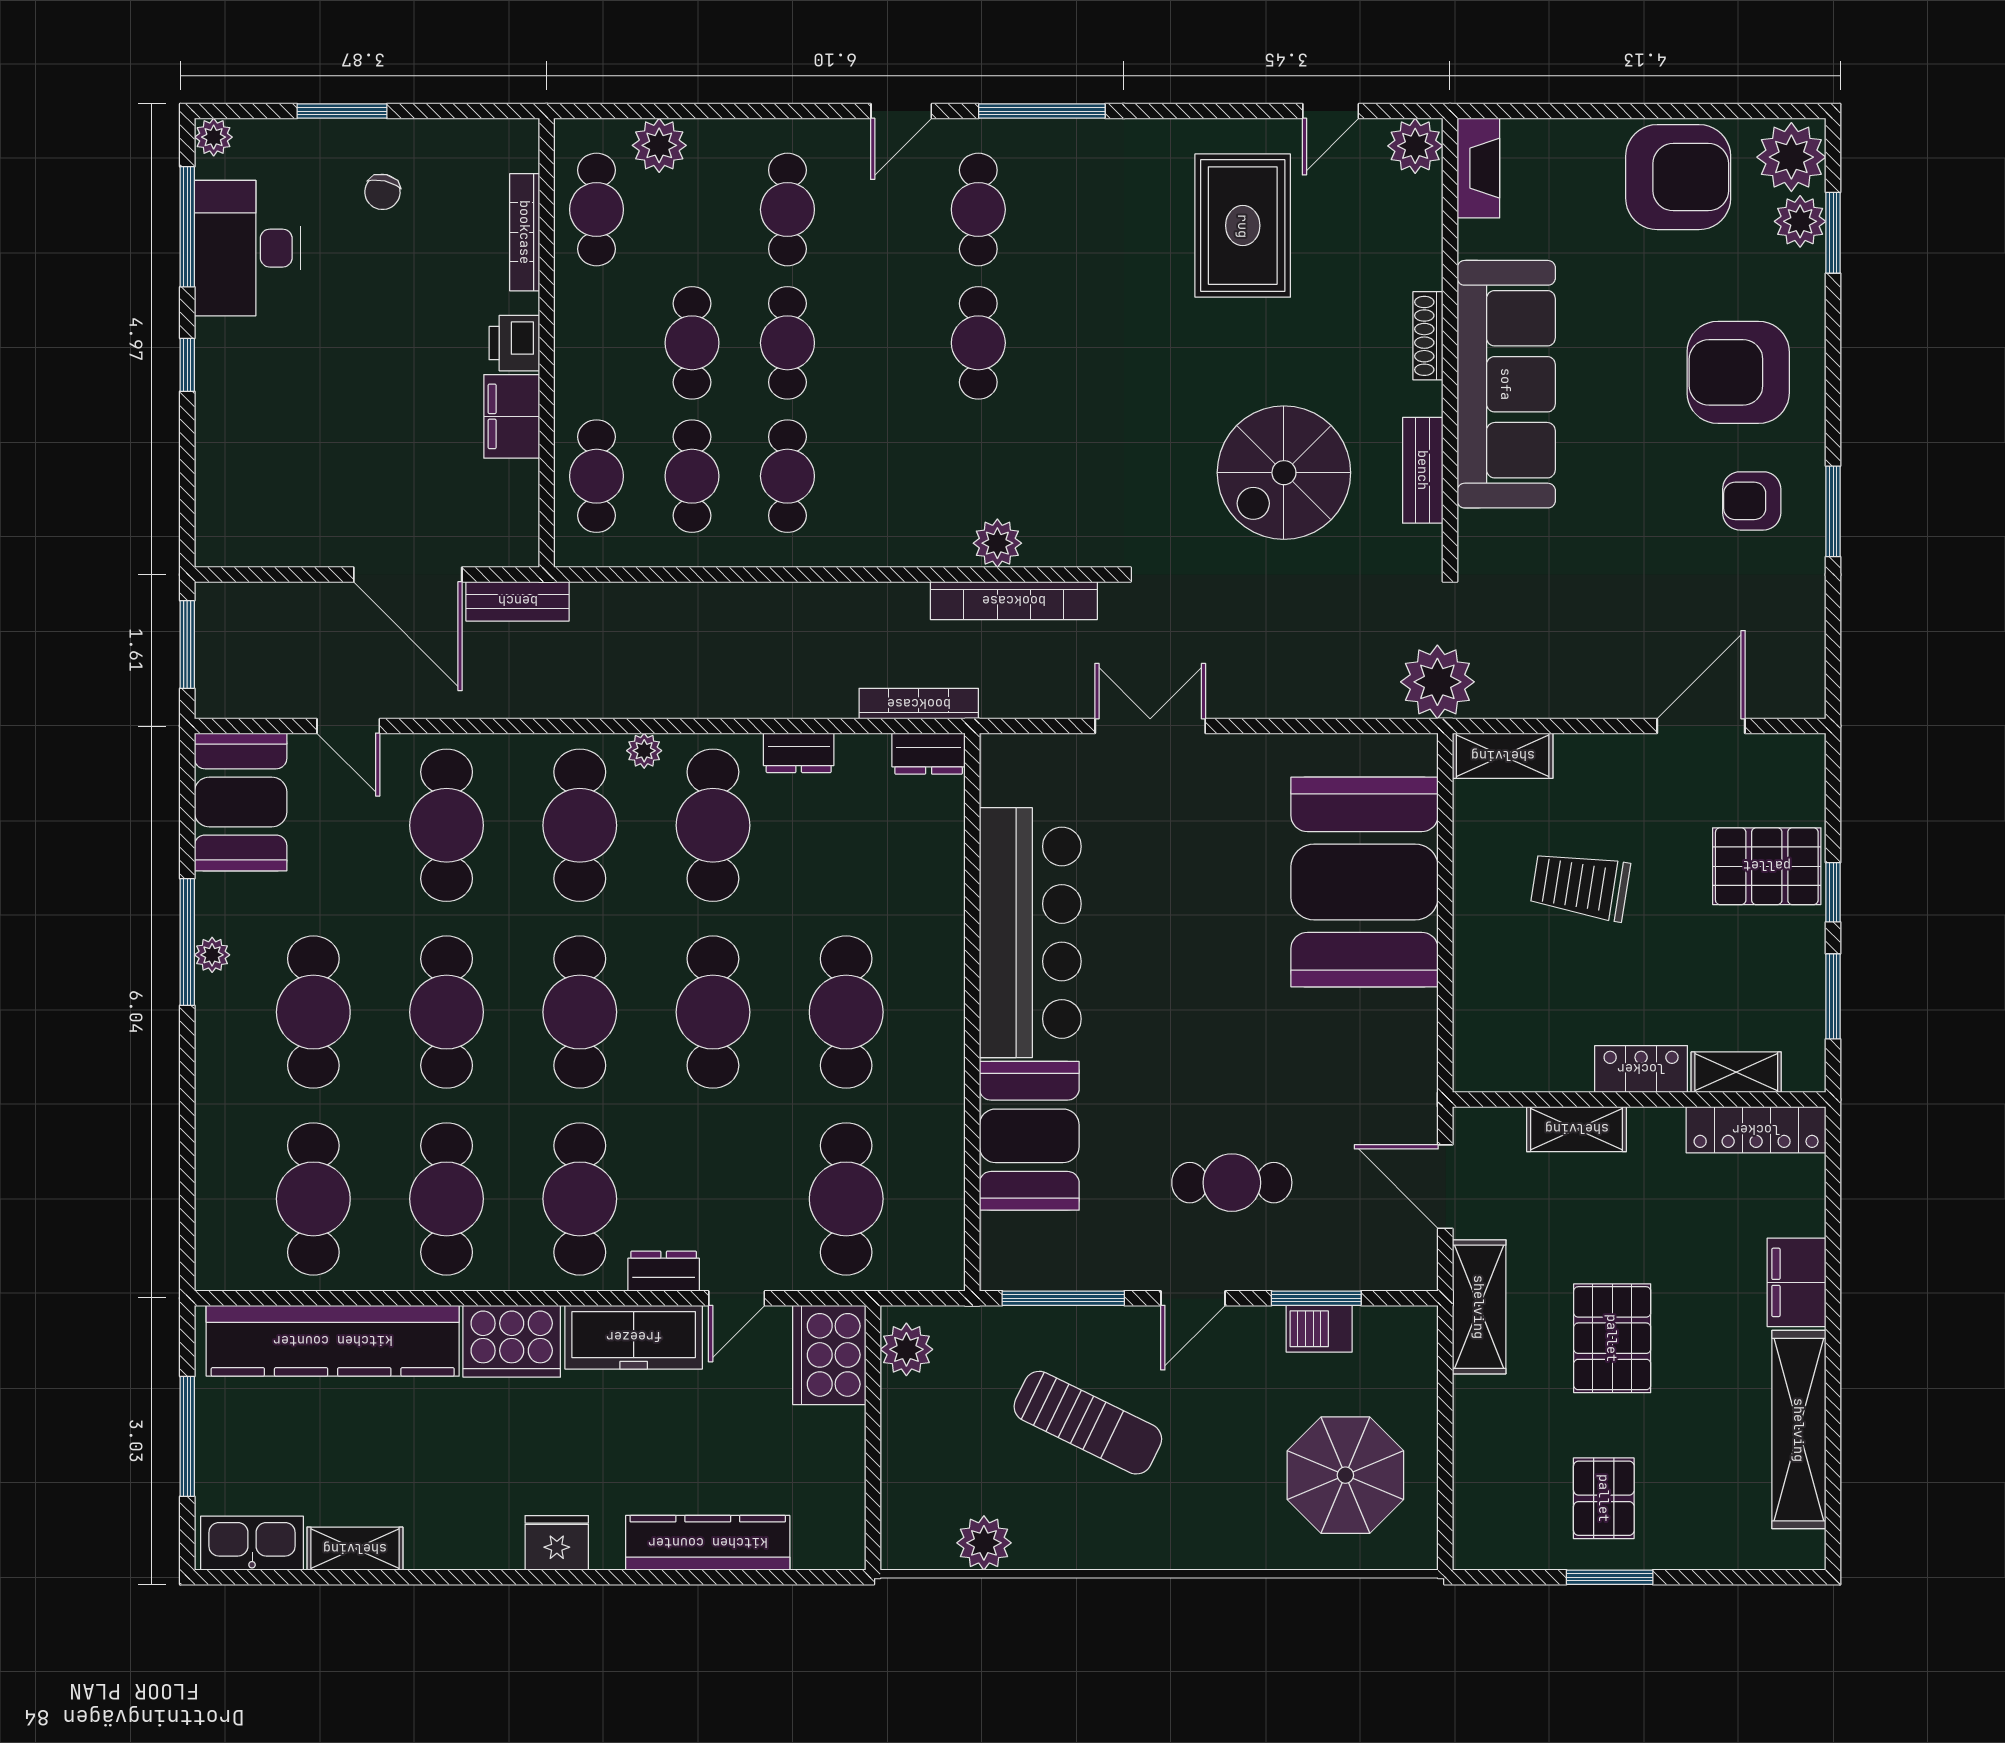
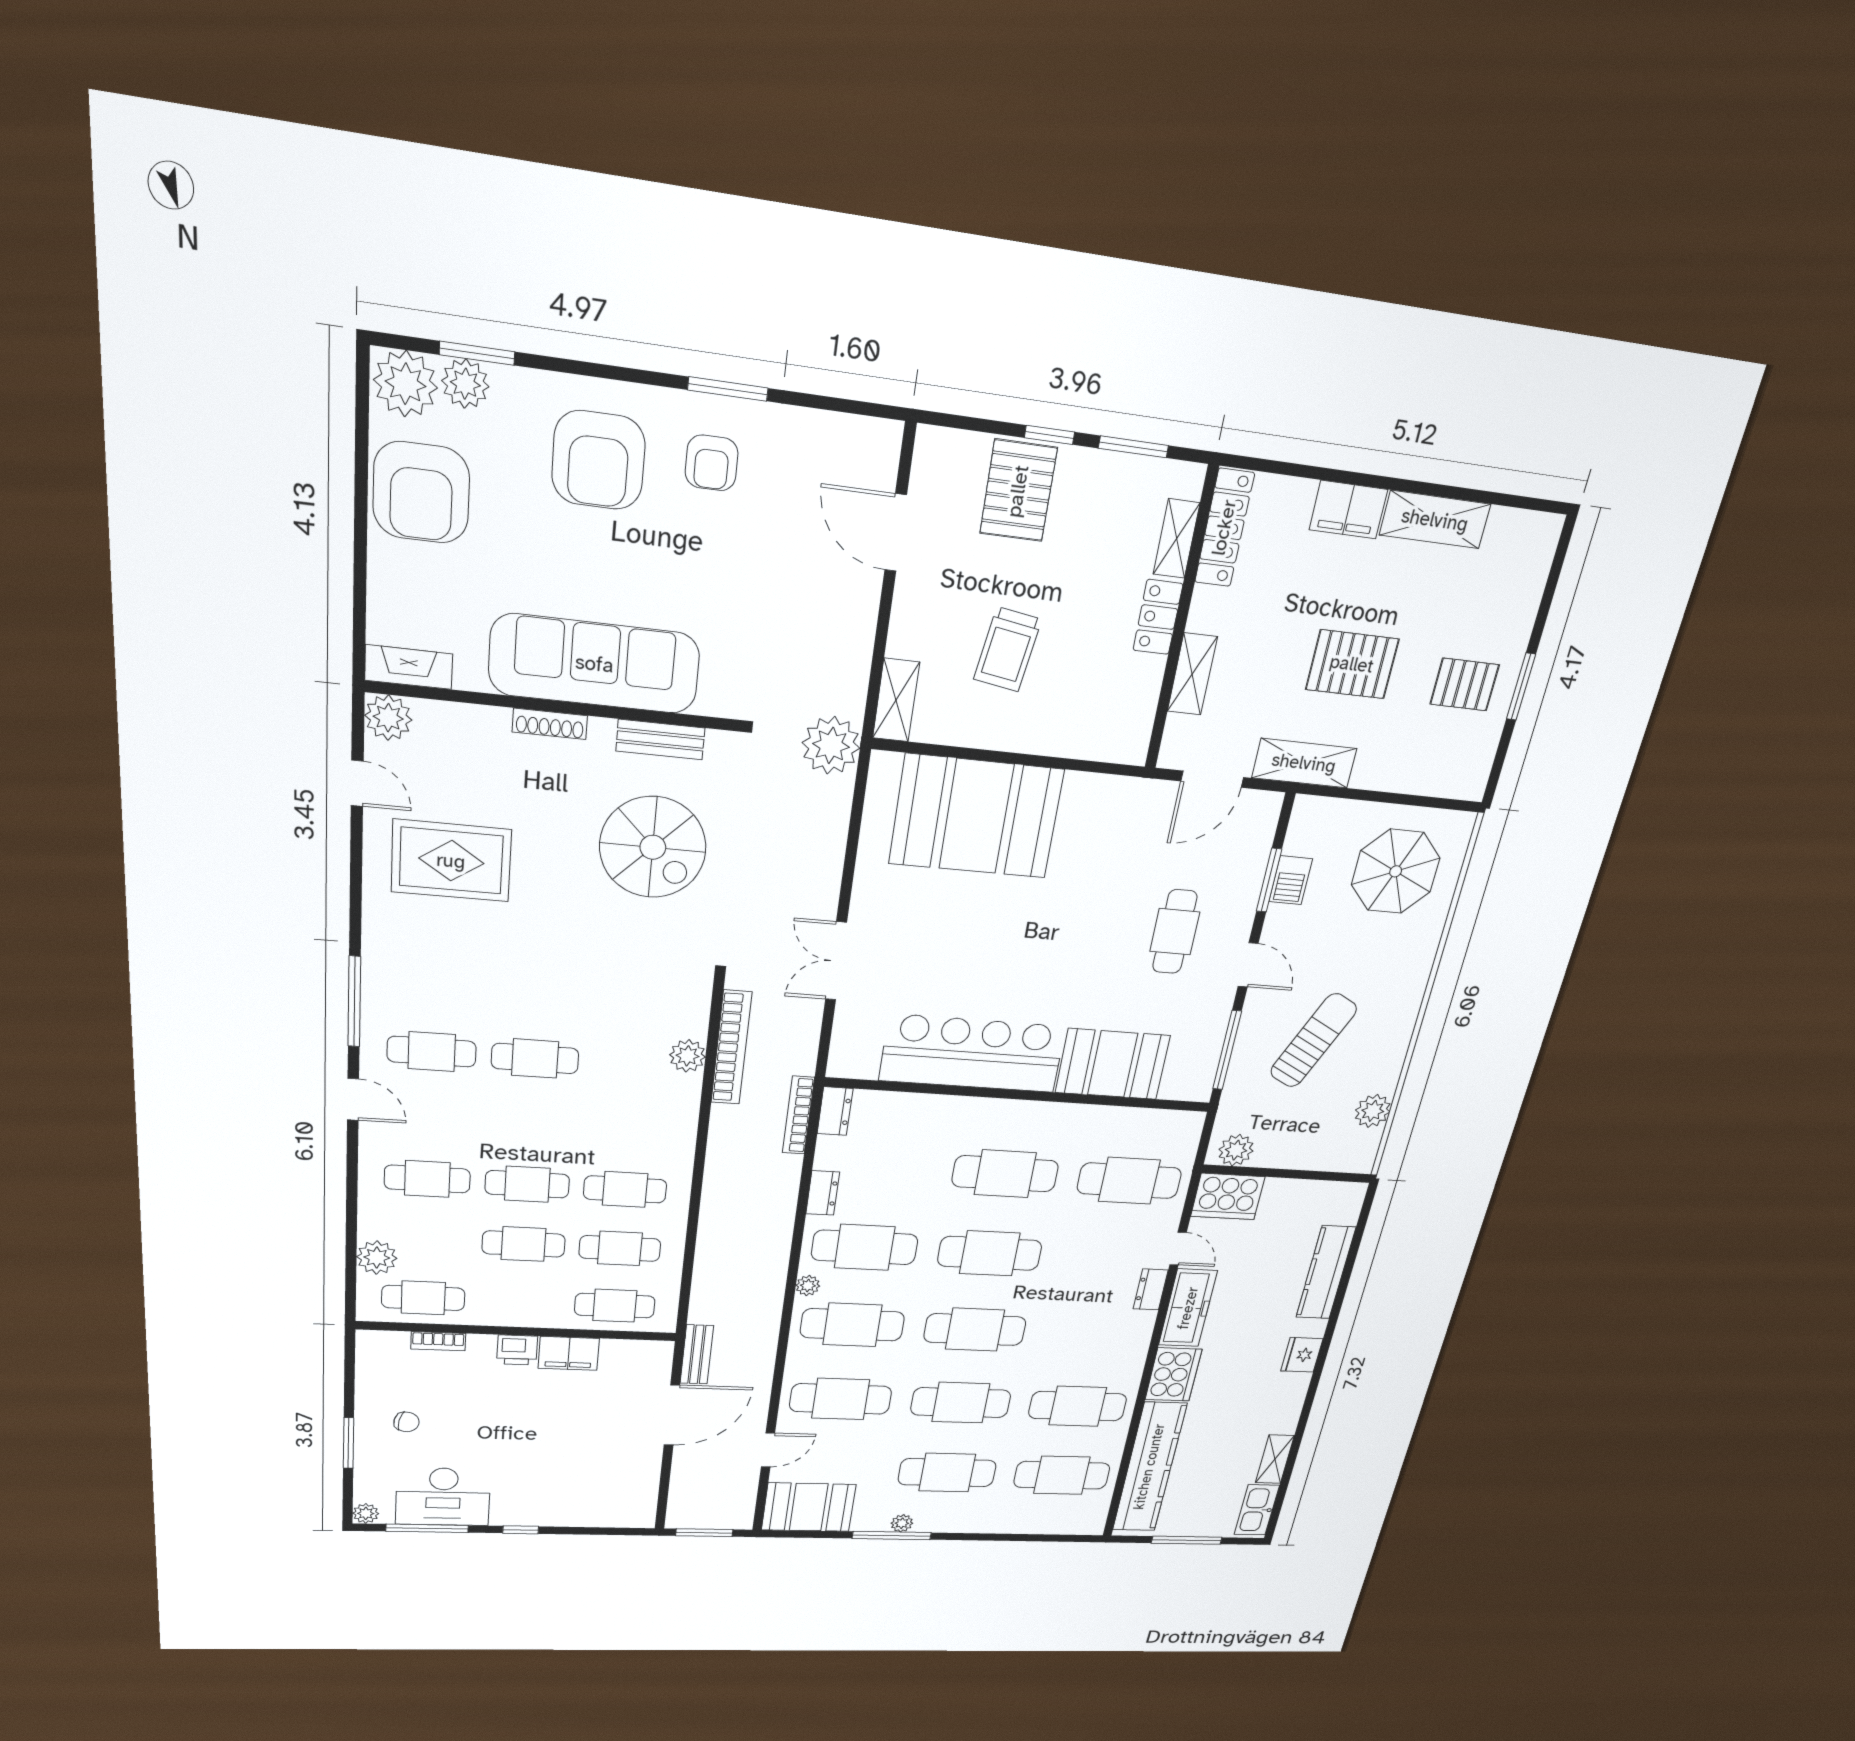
armchair: (1678, 177) -> (421, 493), turned 180
bookcase: (525, 232) -> (438, 1341), width x0.64
cafe table: (580, 1199) -> (1094, 1334), removed
shelving: (1799, 1430) -> (1435, 520), width x0.68

